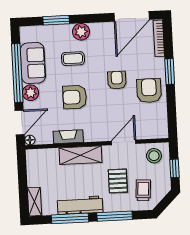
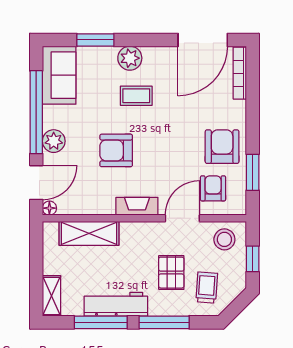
coffee table: (73, 59) -> (136, 96), moved
sofa: (33, 63) -> (59, 75), moved
window: (170, 71) -> (253, 172), moved
armchair: (117, 80) -> (213, 188), moved
fireplace: (68, 137) -> (137, 206), moved
shelving: (81, 155) -> (89, 233), moved

